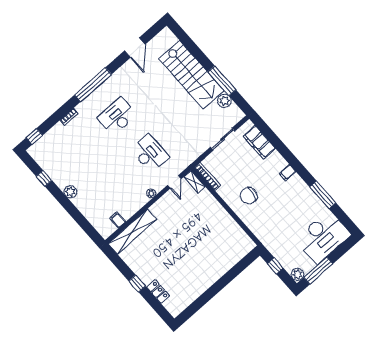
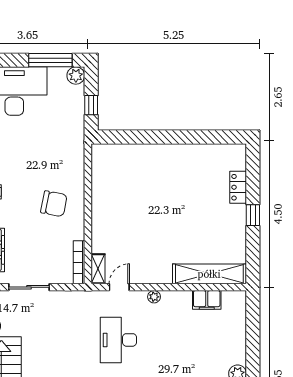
filing cabinet: (118, 220) -> (207, 300), width x2.00

